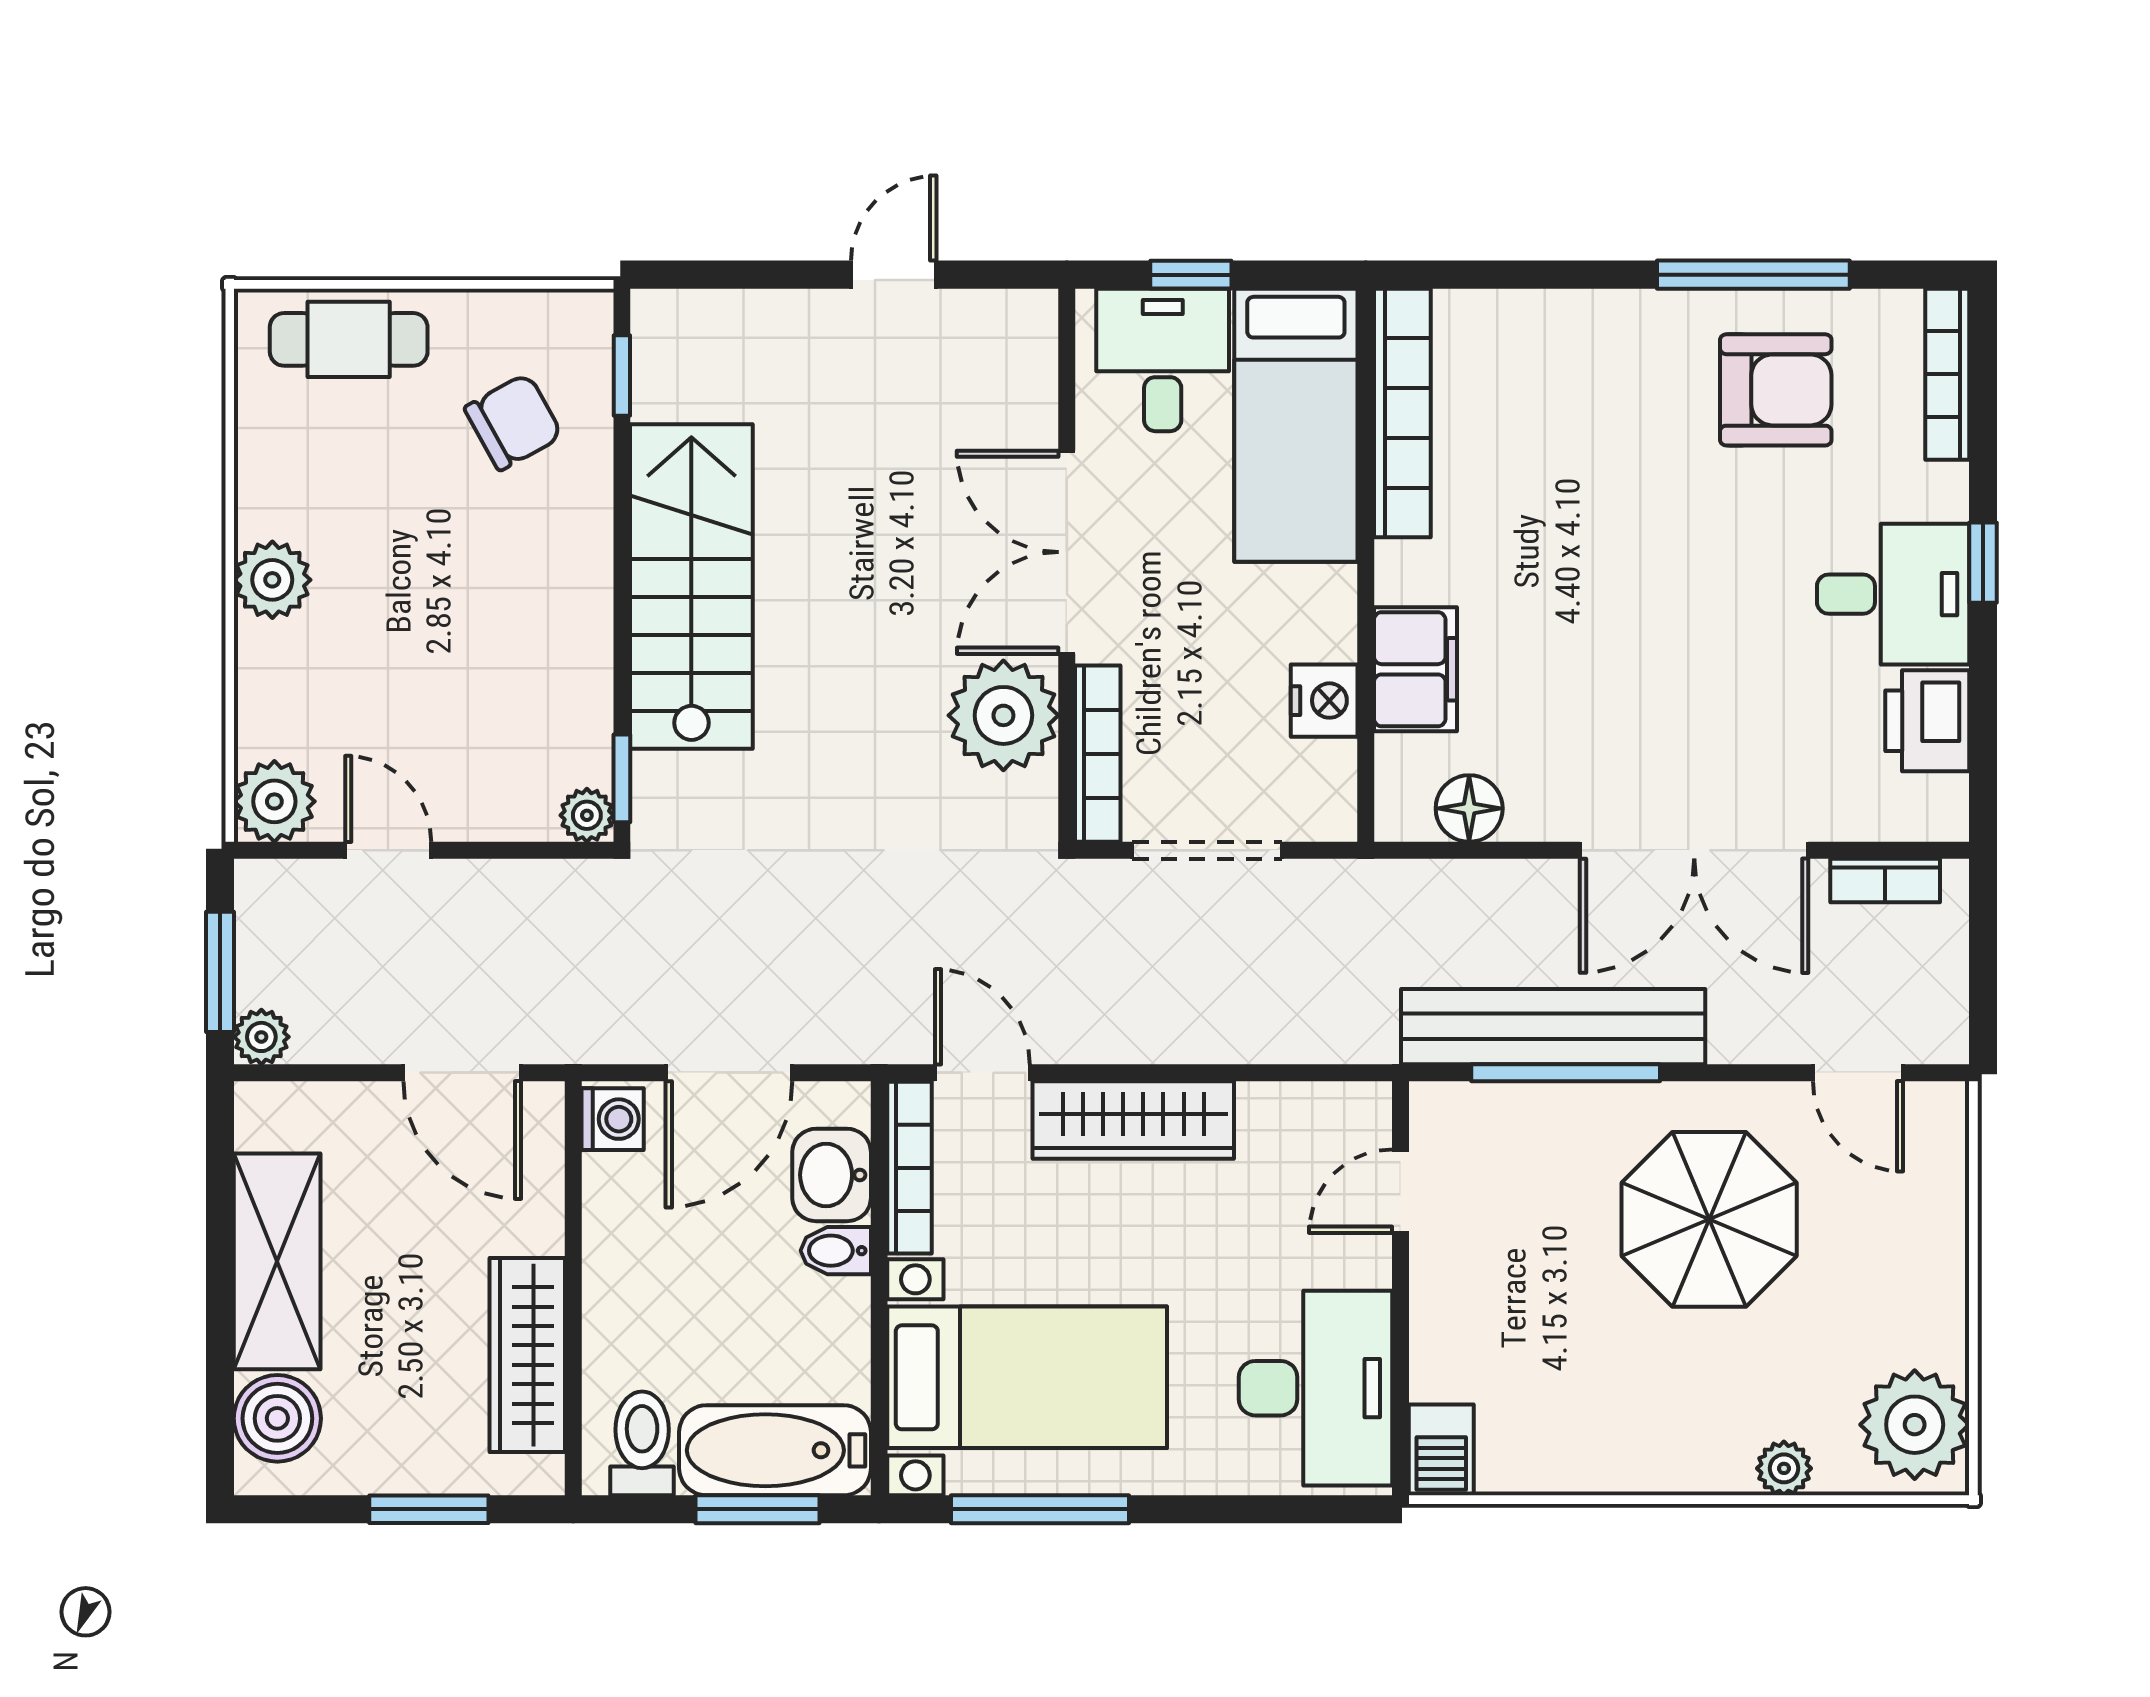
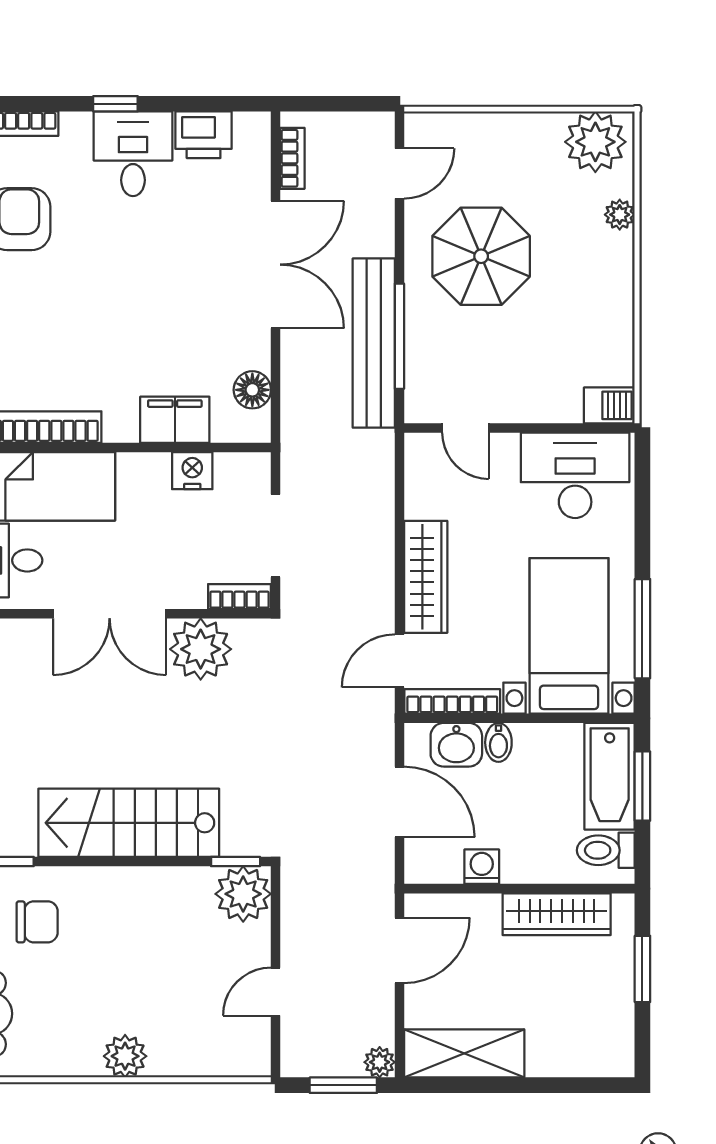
chair: (514, 422) -> (37, 922), turned 119
bookcase: (1098, 754) -> (240, 597), width x0.64
plant: (274, 801) -> (248, 1055), removed
plant: (587, 815) -> (243, 894), width x1.87, depth x1.87
washing machine: (613, 1119) -> (482, 867), moved
shelving: (277, 1261) -> (464, 1053), moved
boiler: (277, 1418) -> (592, 1053), removed

